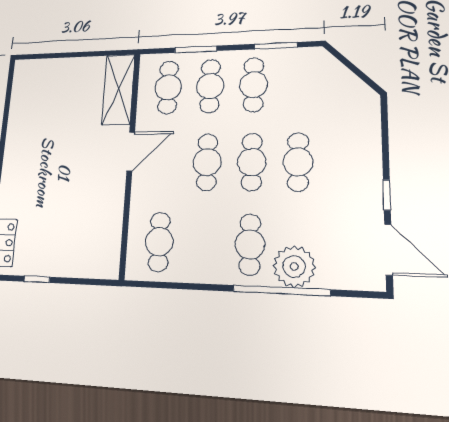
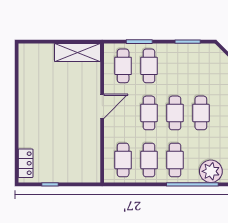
cafe table: (253, 85) -> (149, 160), moved
shelving: (118, 89) -> (78, 52), moved, turned 90
plant: (294, 267) -> (211, 171), moved

